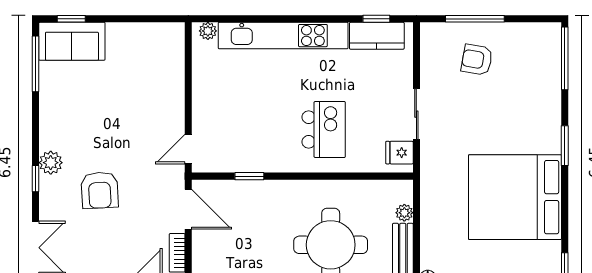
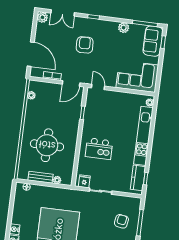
corner sofa: (154, 66) -> (137, 76), added
plant: (51, 163) -> (124, 28), moved
armchair: (100, 190) -> (85, 45), turned 91

